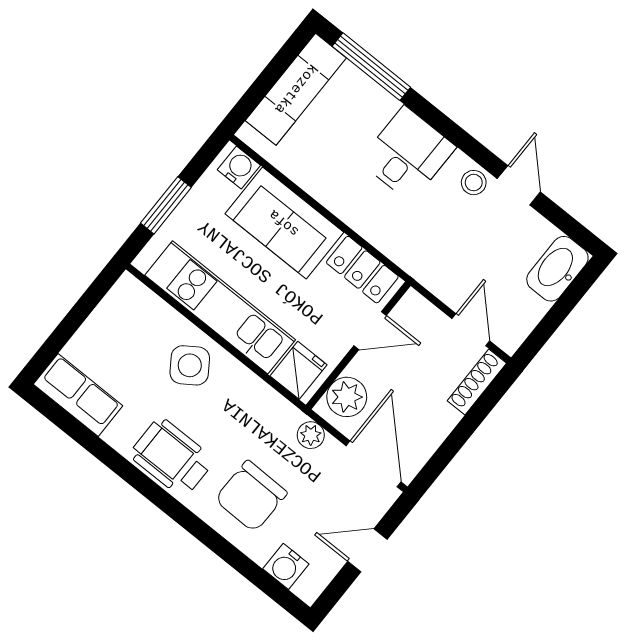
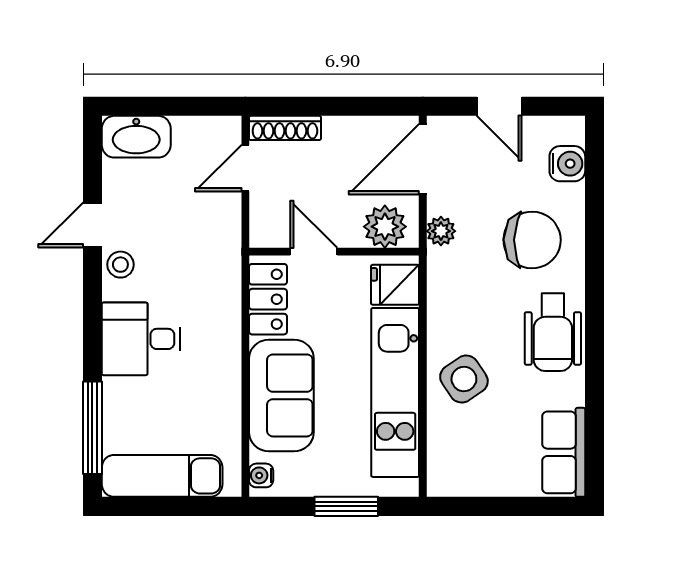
water cooler: (239, 167) -> (261, 475), width x0.72, depth x0.72

